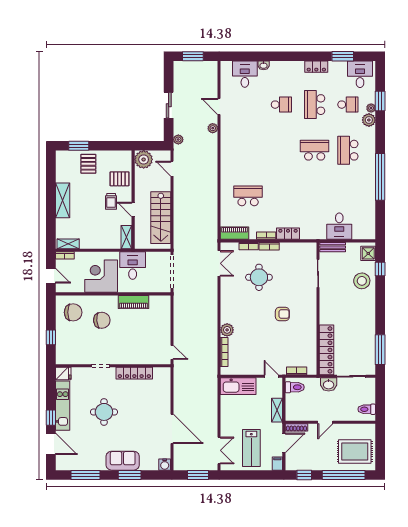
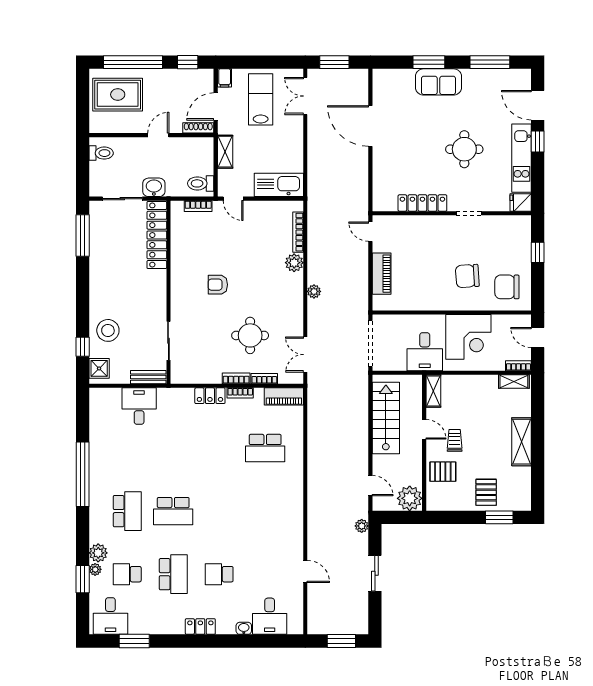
locker: (316, 67) -> (200, 627), moved
plant: (213, 128) -> (314, 291), moved
piano: (134, 302) -> (382, 274), moved, turned 90
water cooler: (165, 465) -> (380, 77), removed

